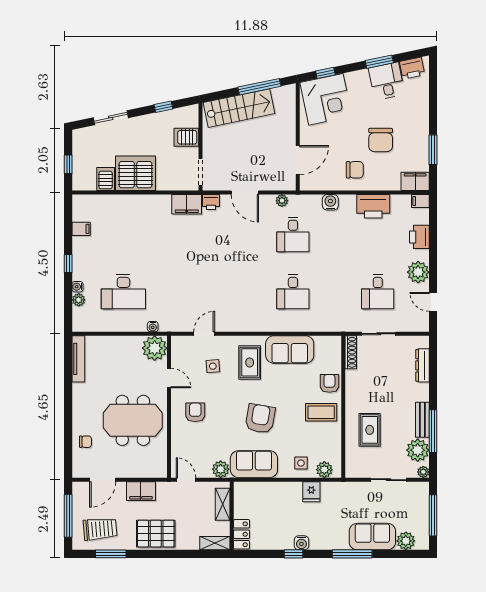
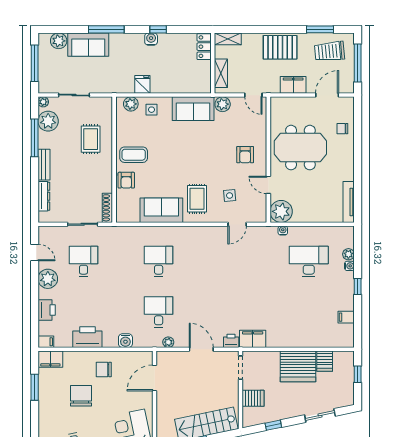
armchair: (260, 419) -> (188, 149), removed
bench: (422, 420) -> (44, 165), moved

